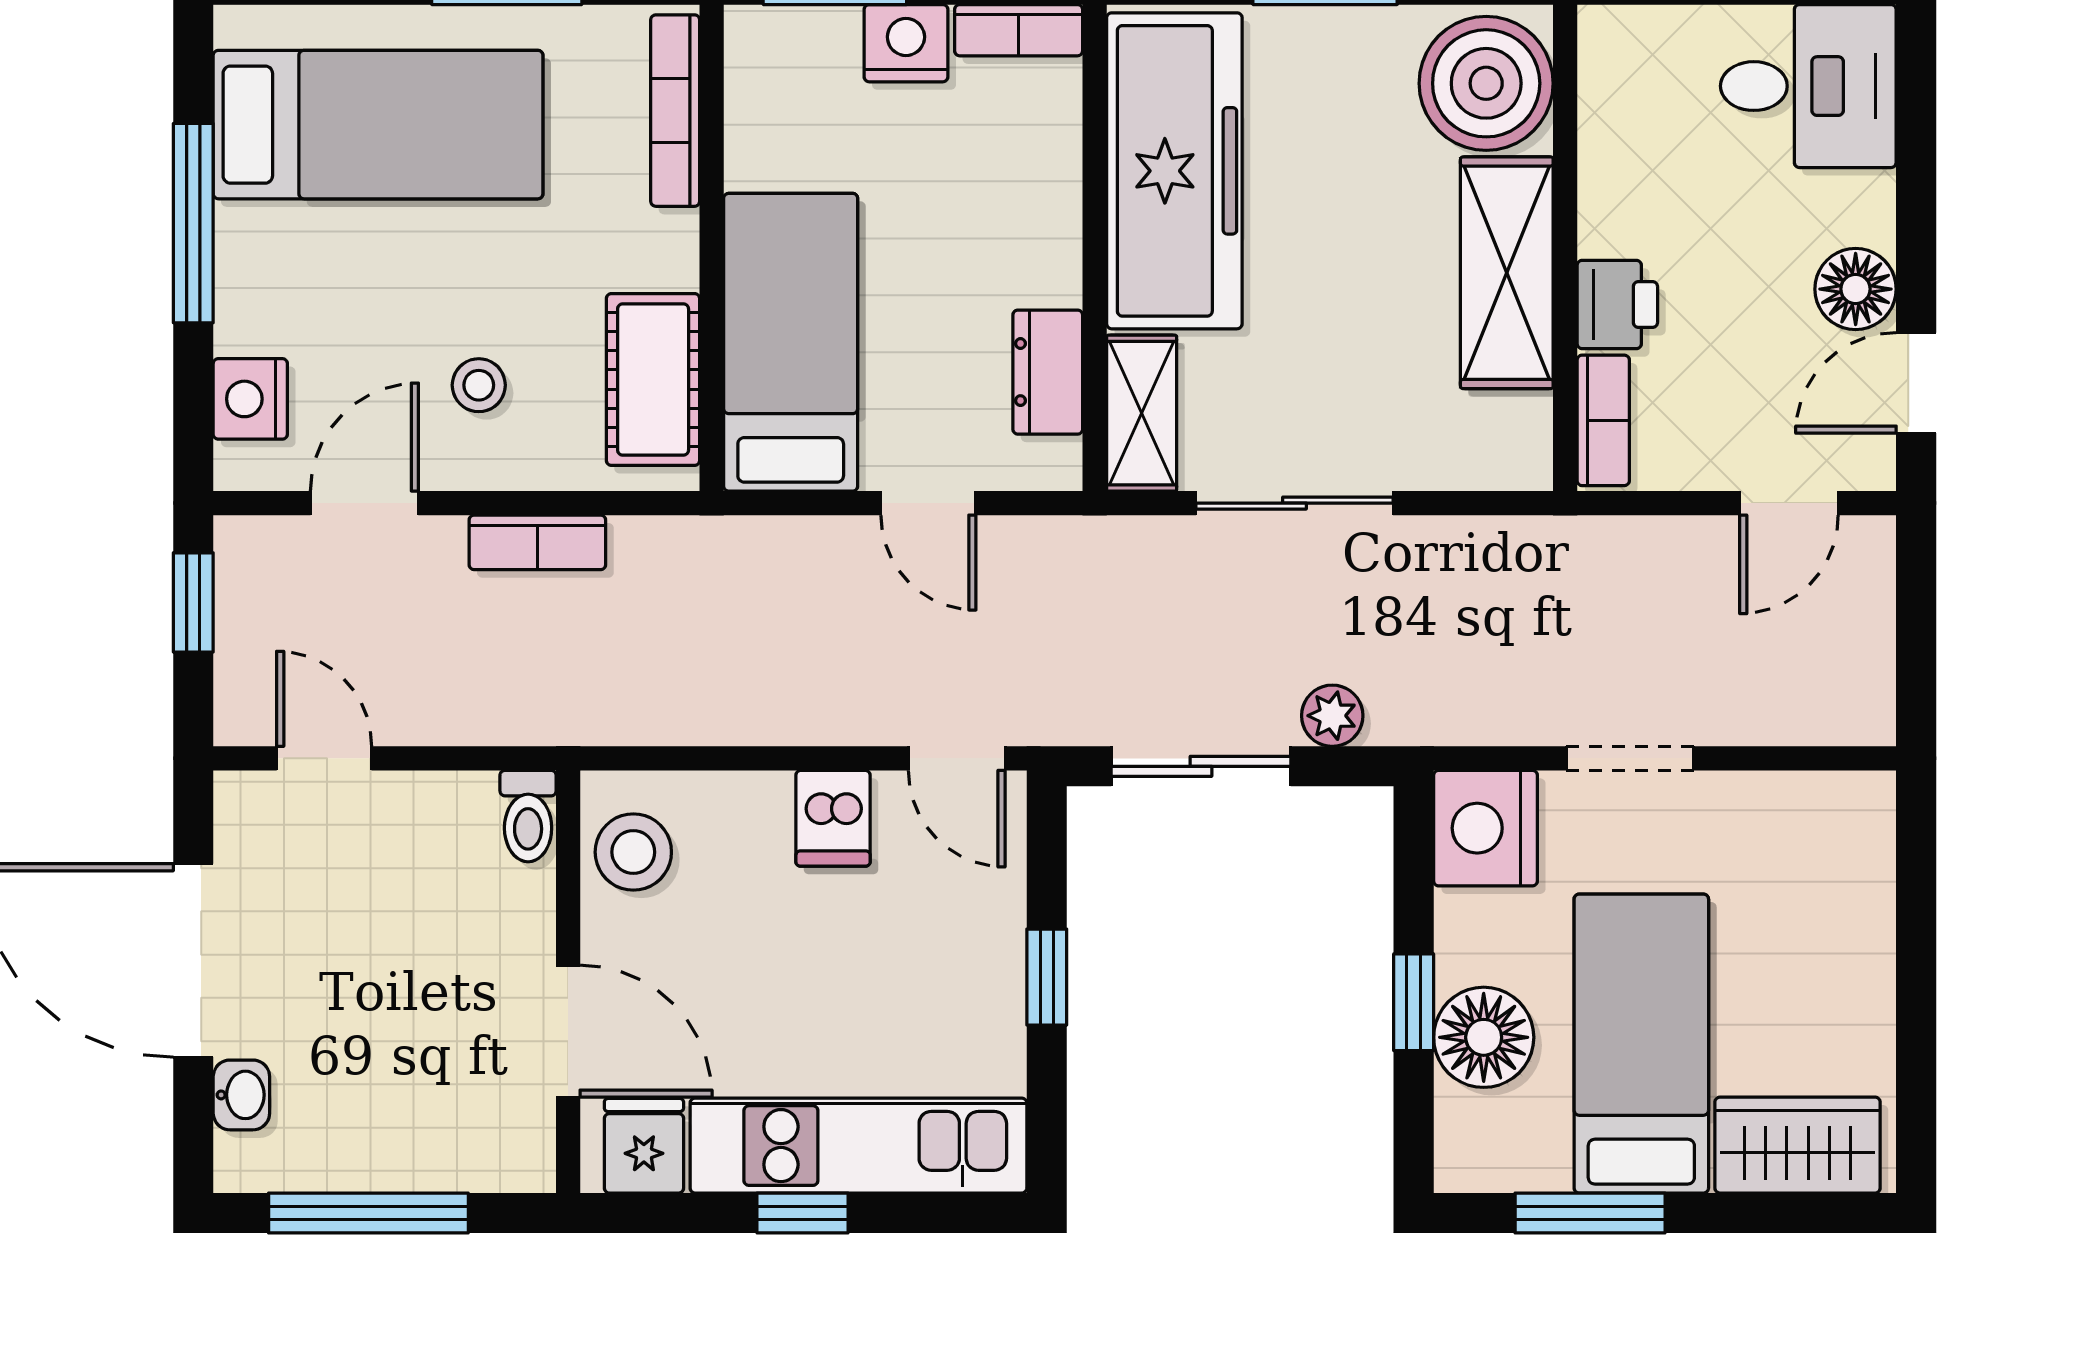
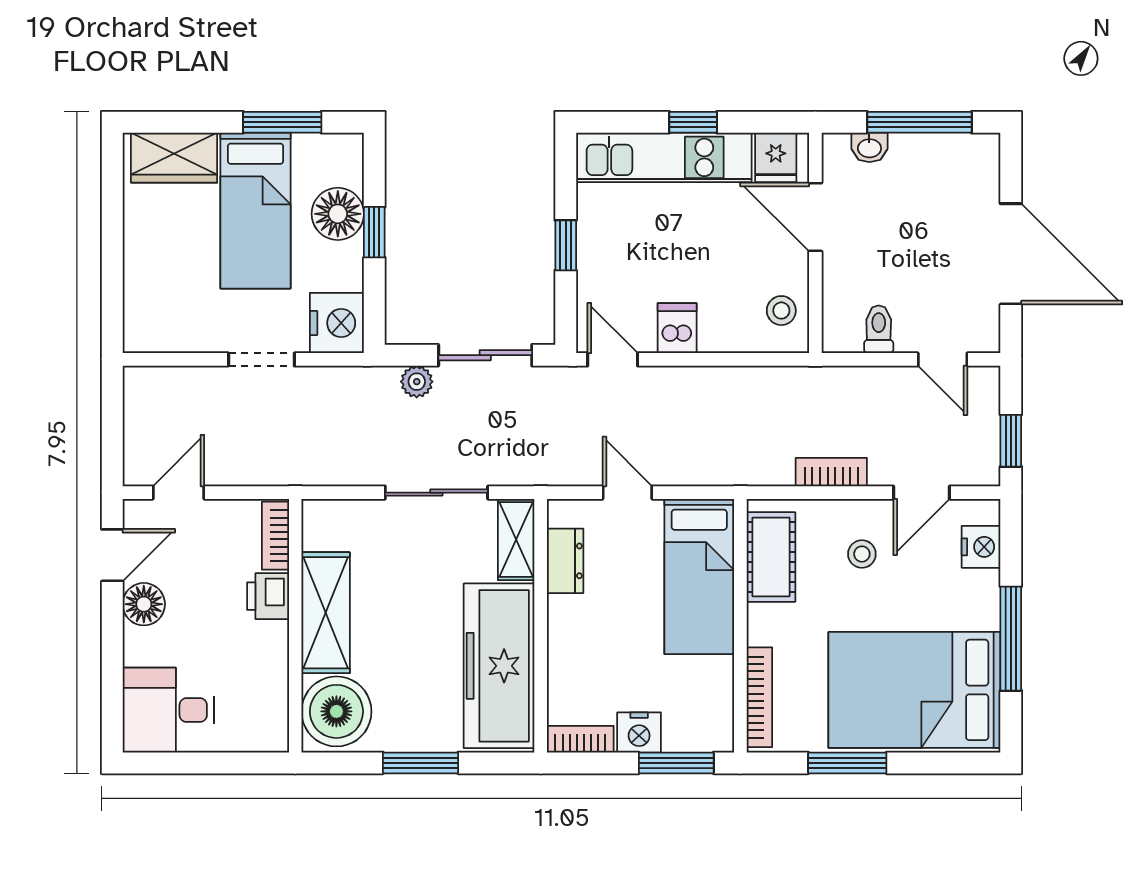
bed: (378, 125) -> (914, 690), width x1.50
toilet: (528, 816) -> (879, 329), moved
stool: (633, 852) -> (781, 311), width x0.73, depth x0.73
washbasin: (241, 1095) -> (869, 147), moved, turned -90

